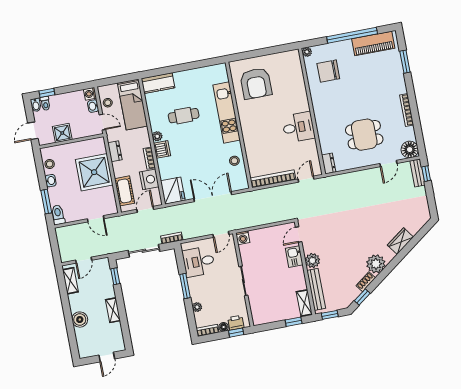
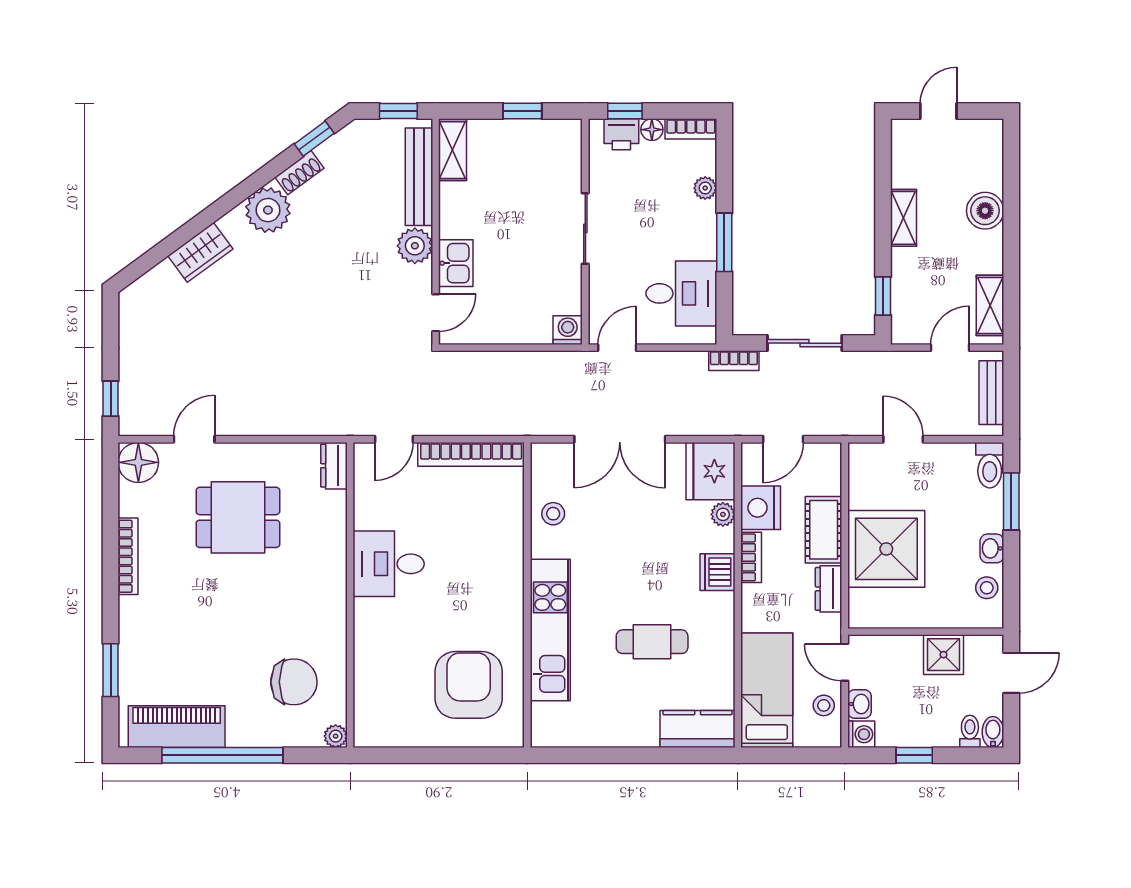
window: (47, 93) -> (914, 755), moved
plant: (157, 136) -> (723, 514), moved
bench: (417, 173) -> (991, 393), moved
cot: (124, 191) -> (824, 530), moved
window: (294, 322) -> (522, 111), moved

